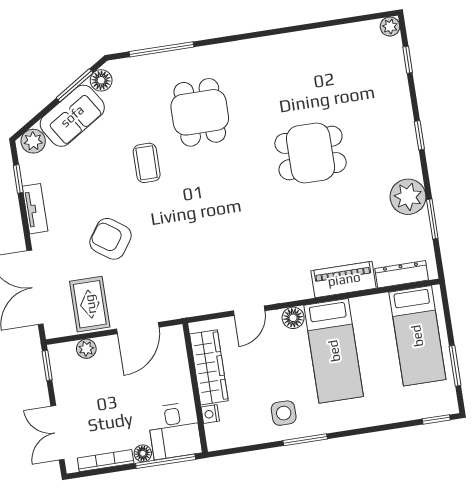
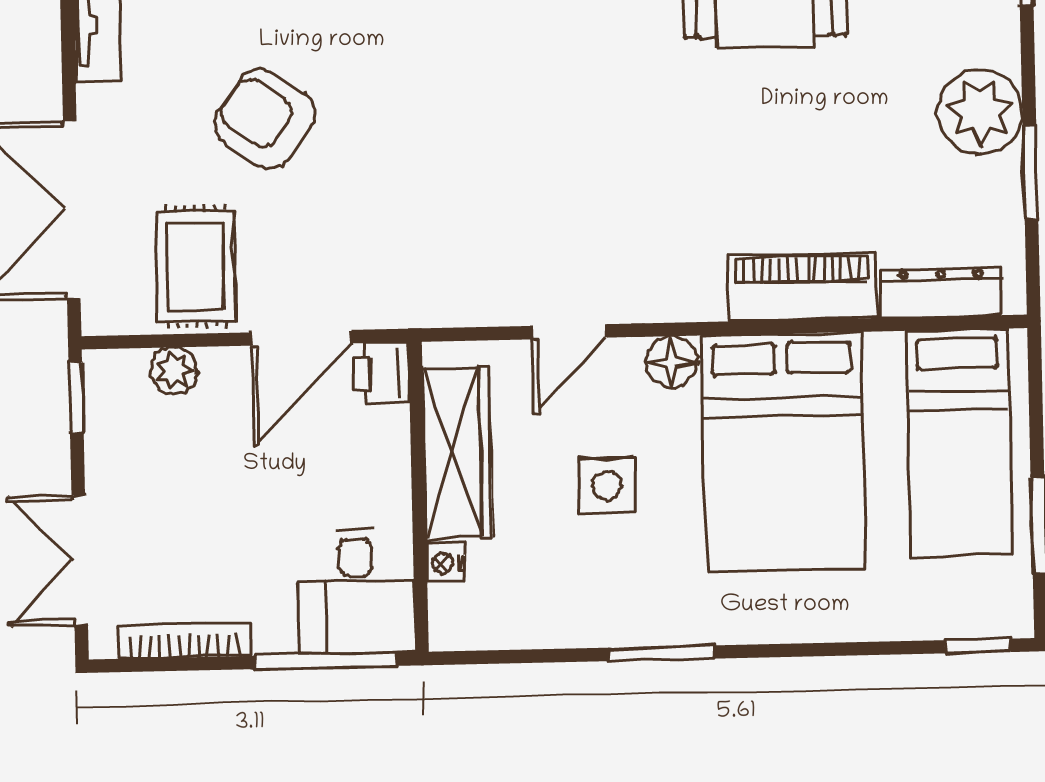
printer: (173, 338) -> (381, 373), added
bed: (334, 351) -> (783, 452), width x1.50
side table: (284, 413) -> (607, 485), moved
floor lamp: (143, 453) -> (275, 635), removed

